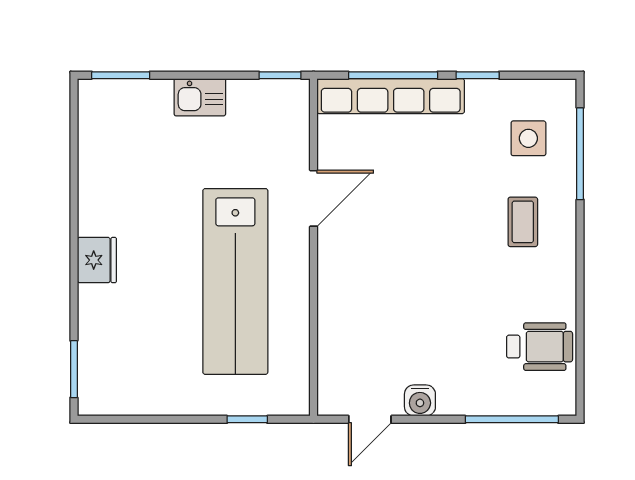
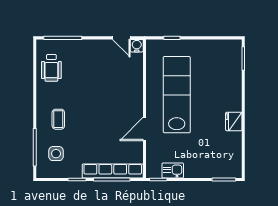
kitchen sink: (200, 97) -> (173, 170), moved
fridge: (97, 260) -> (234, 121), moved
wheelchair: (540, 347) -> (51, 68), turned -90
water cooler: (420, 400) -> (137, 46), moved
door: (370, 419) -> (121, 38), swing flipped

